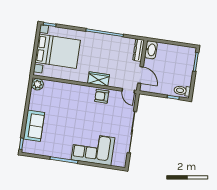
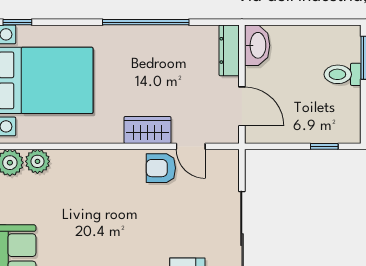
plant: (49, 85) -> (37, 161), added
door: (128, 91) -> (191, 146), moved
toilet: (182, 91) -> (343, 74), moved

